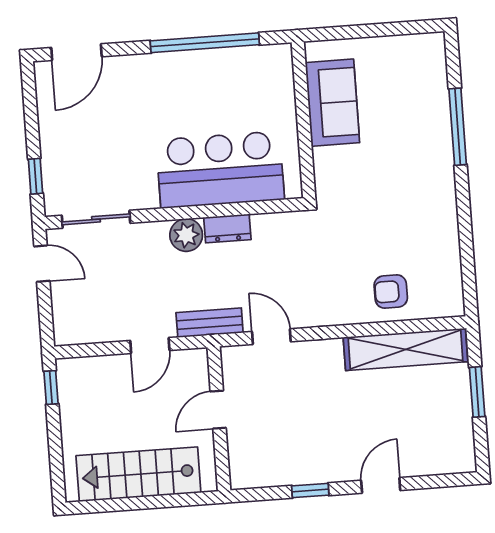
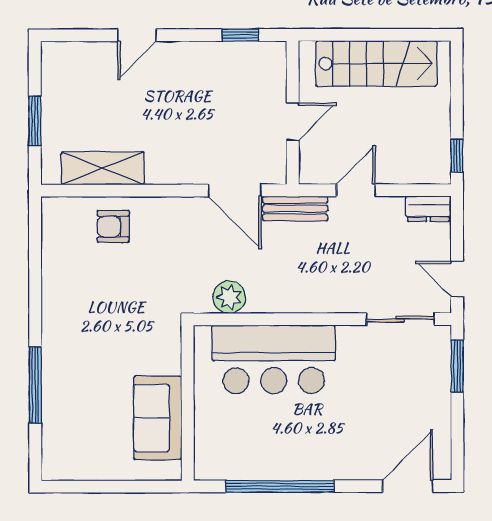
window: (35, 176) -> (457, 366), width x1.50
dresser: (227, 228) -> (428, 209), moved, turned 180
plant: (186, 235) -> (229, 297), moved
armchair: (391, 292) -> (113, 227), turned 180
door: (271, 337) -> (235, 190), width x1.38
shelving: (406, 349) -> (103, 168), width x0.68
window: (310, 491) -> (240, 35), moved

